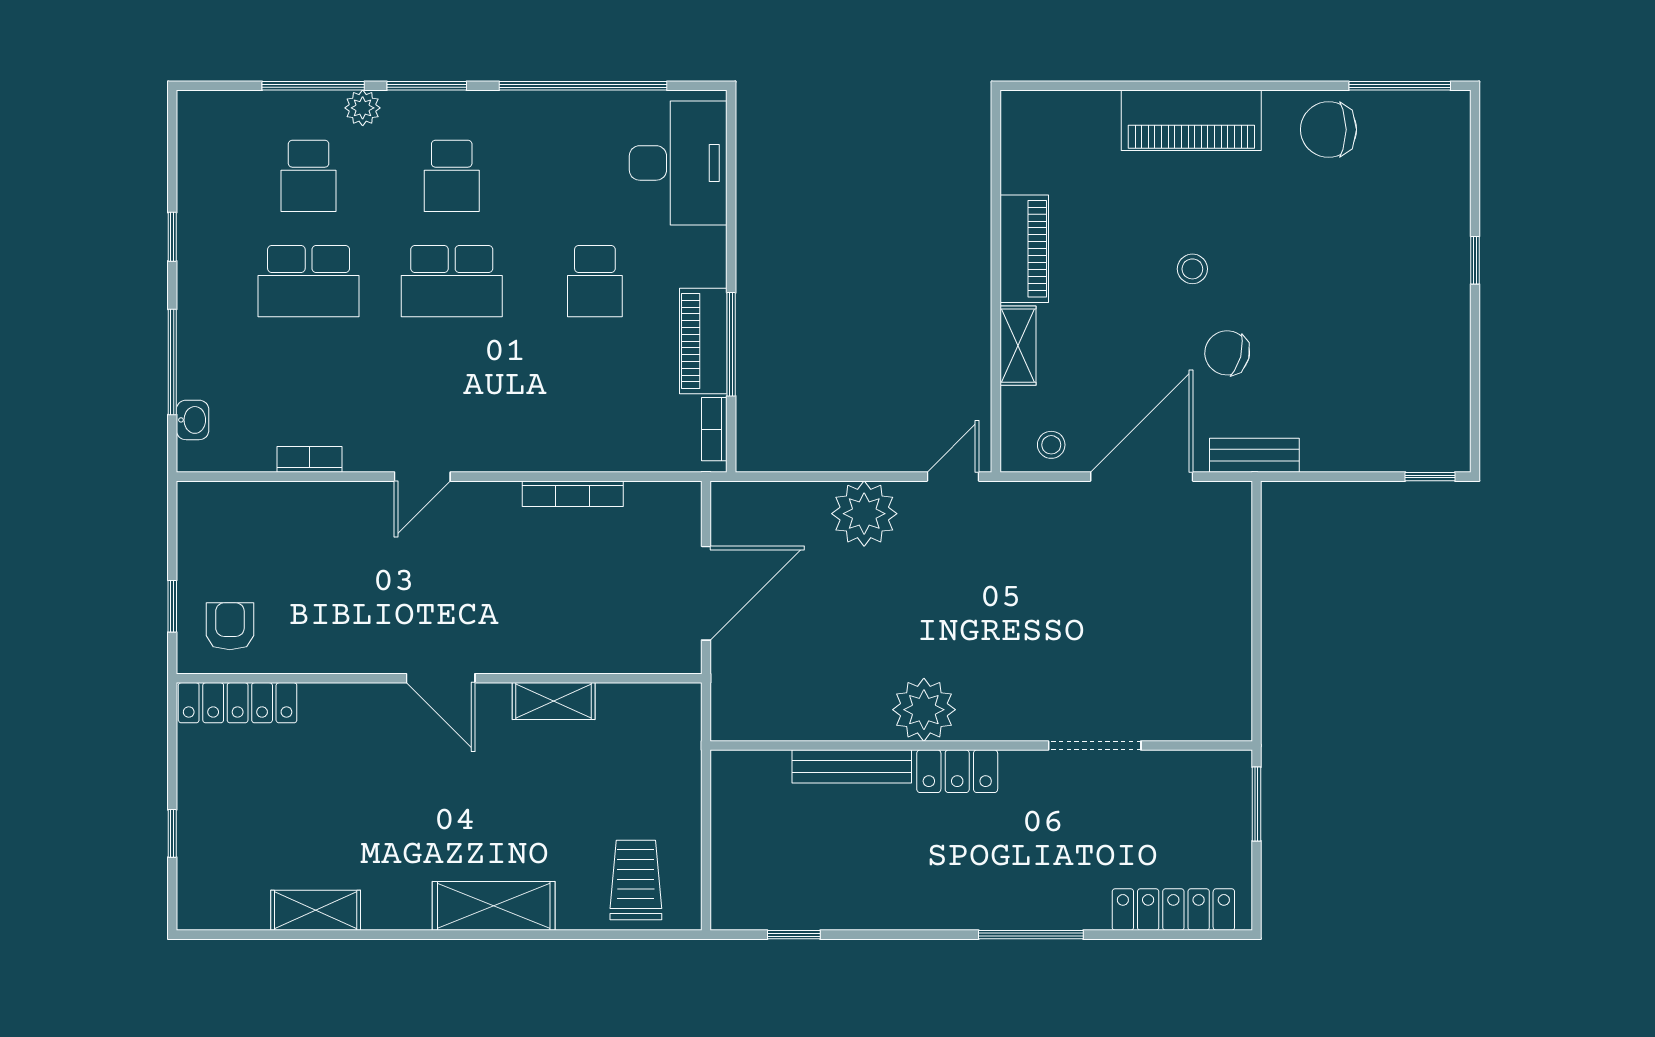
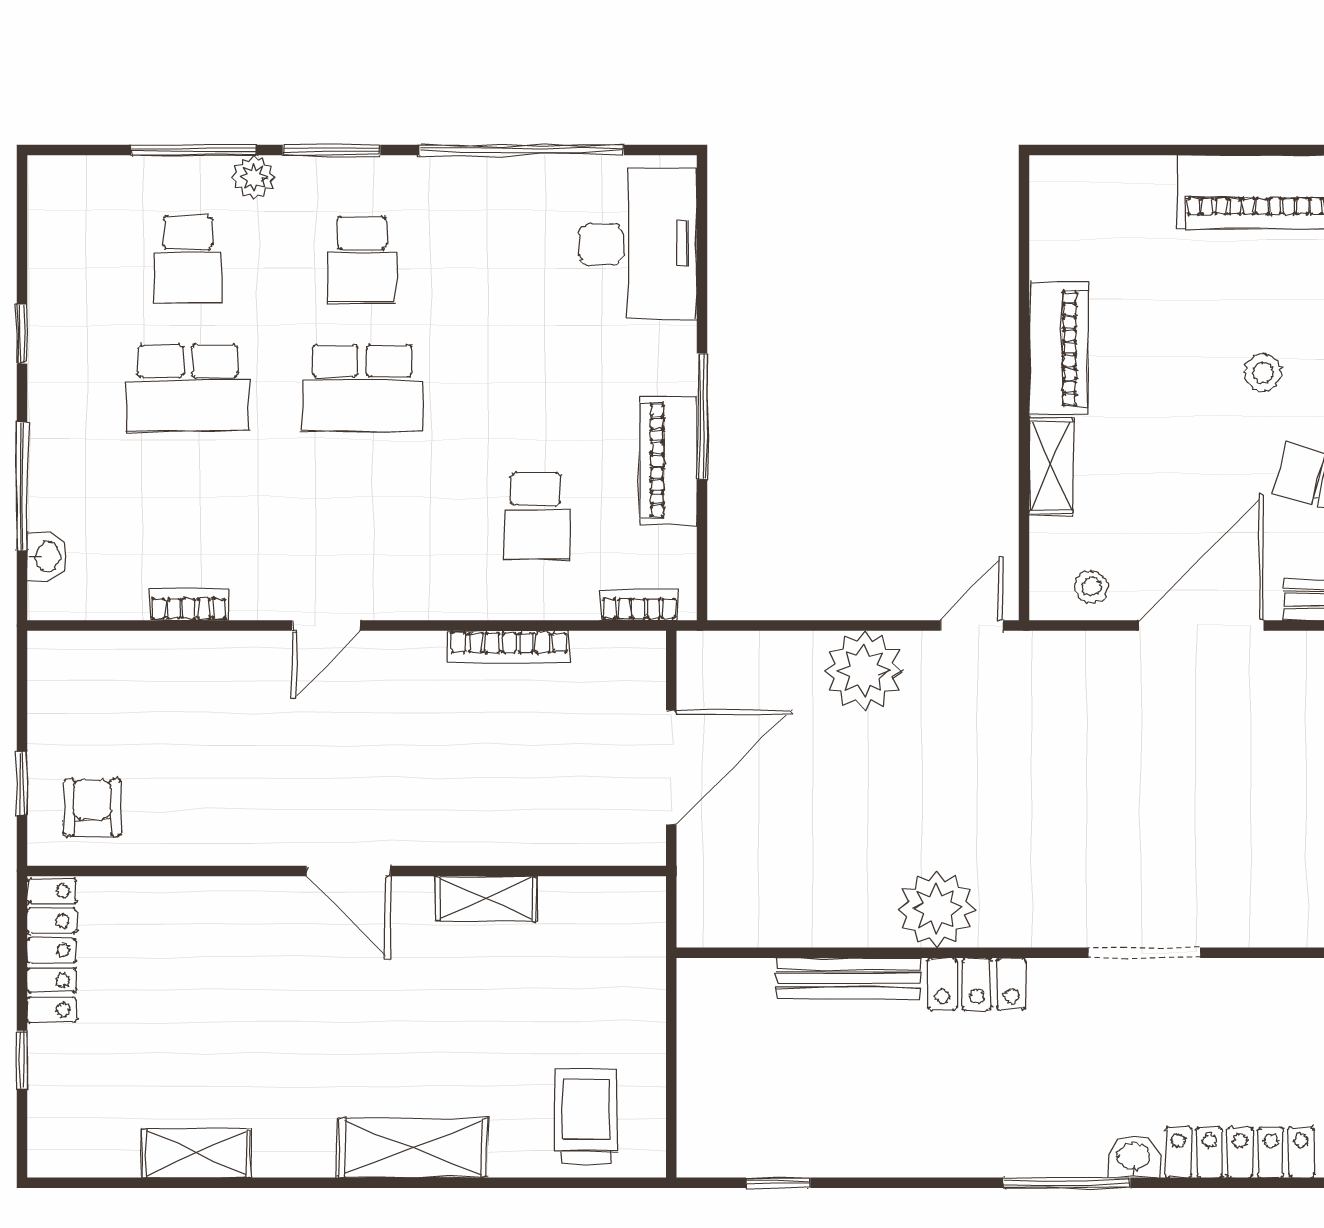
school desk: (595, 281) -> (536, 516), moved
window: (731, 344) -> (702, 416), moved
bookcase: (714, 429) -> (639, 605), moved, turned 90
locker: (238, 703) -> (52, 950), moved, turned -90
washbasin: (1086, 914) -> (1134, 1157), added

